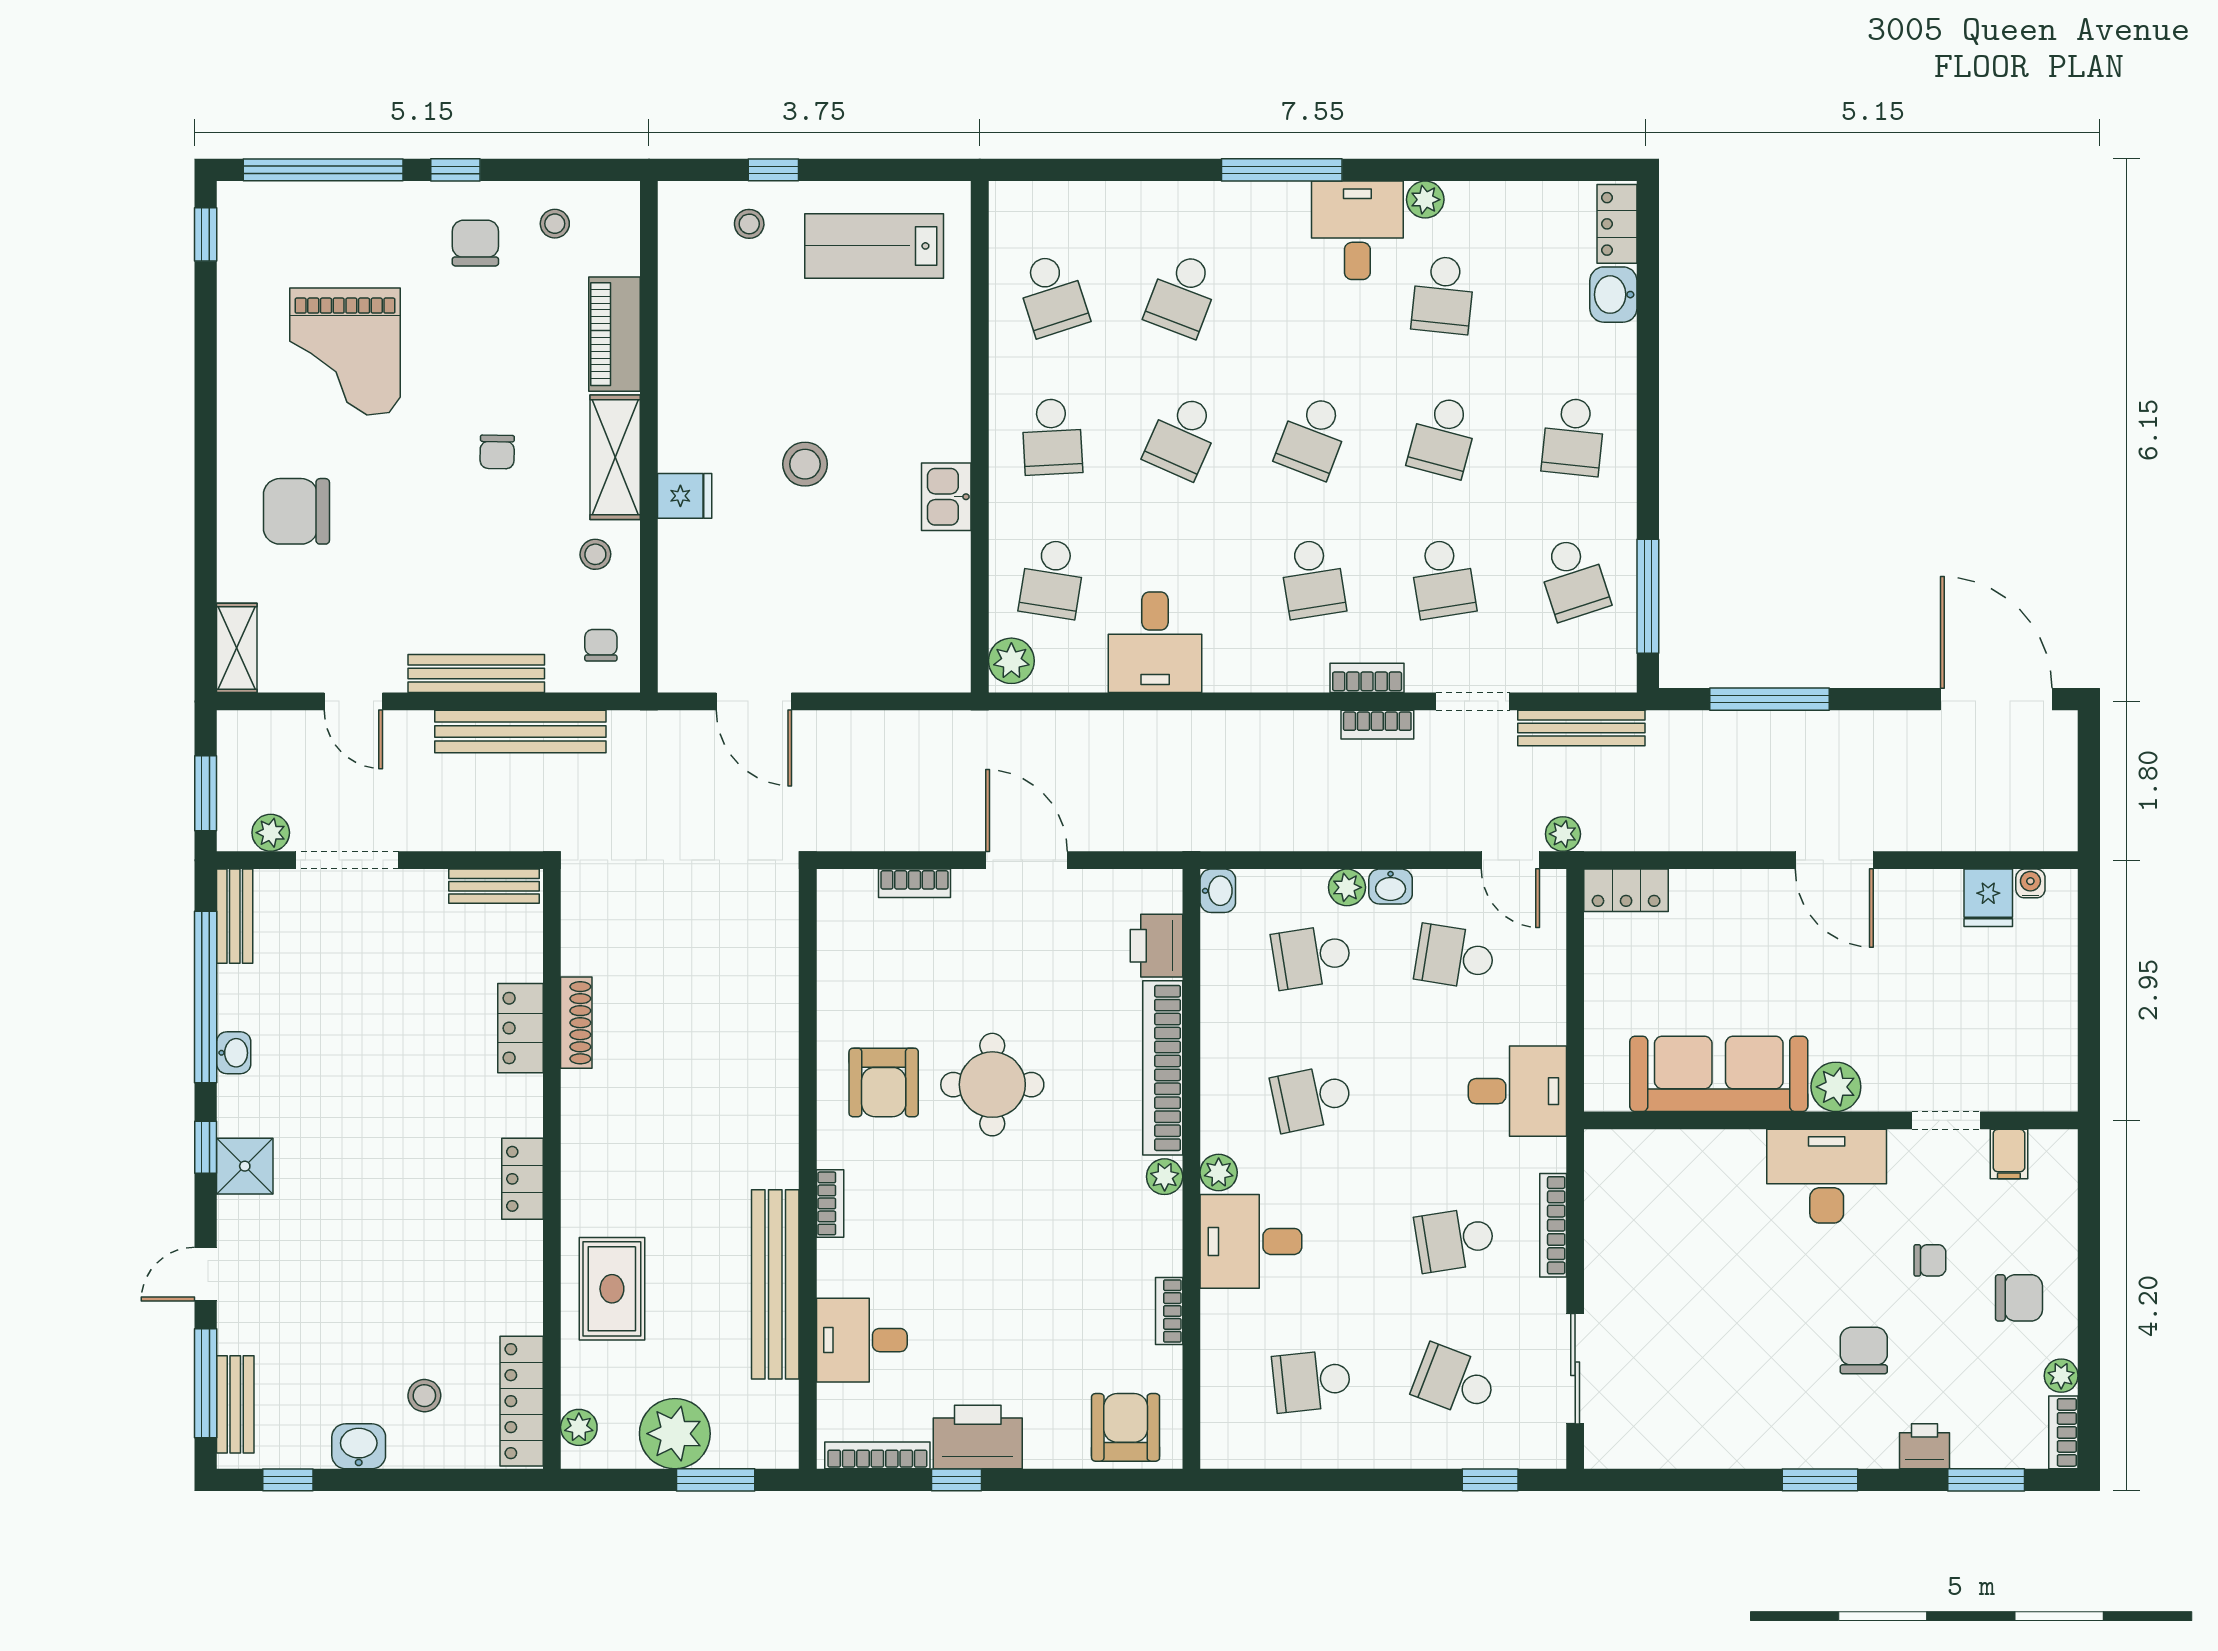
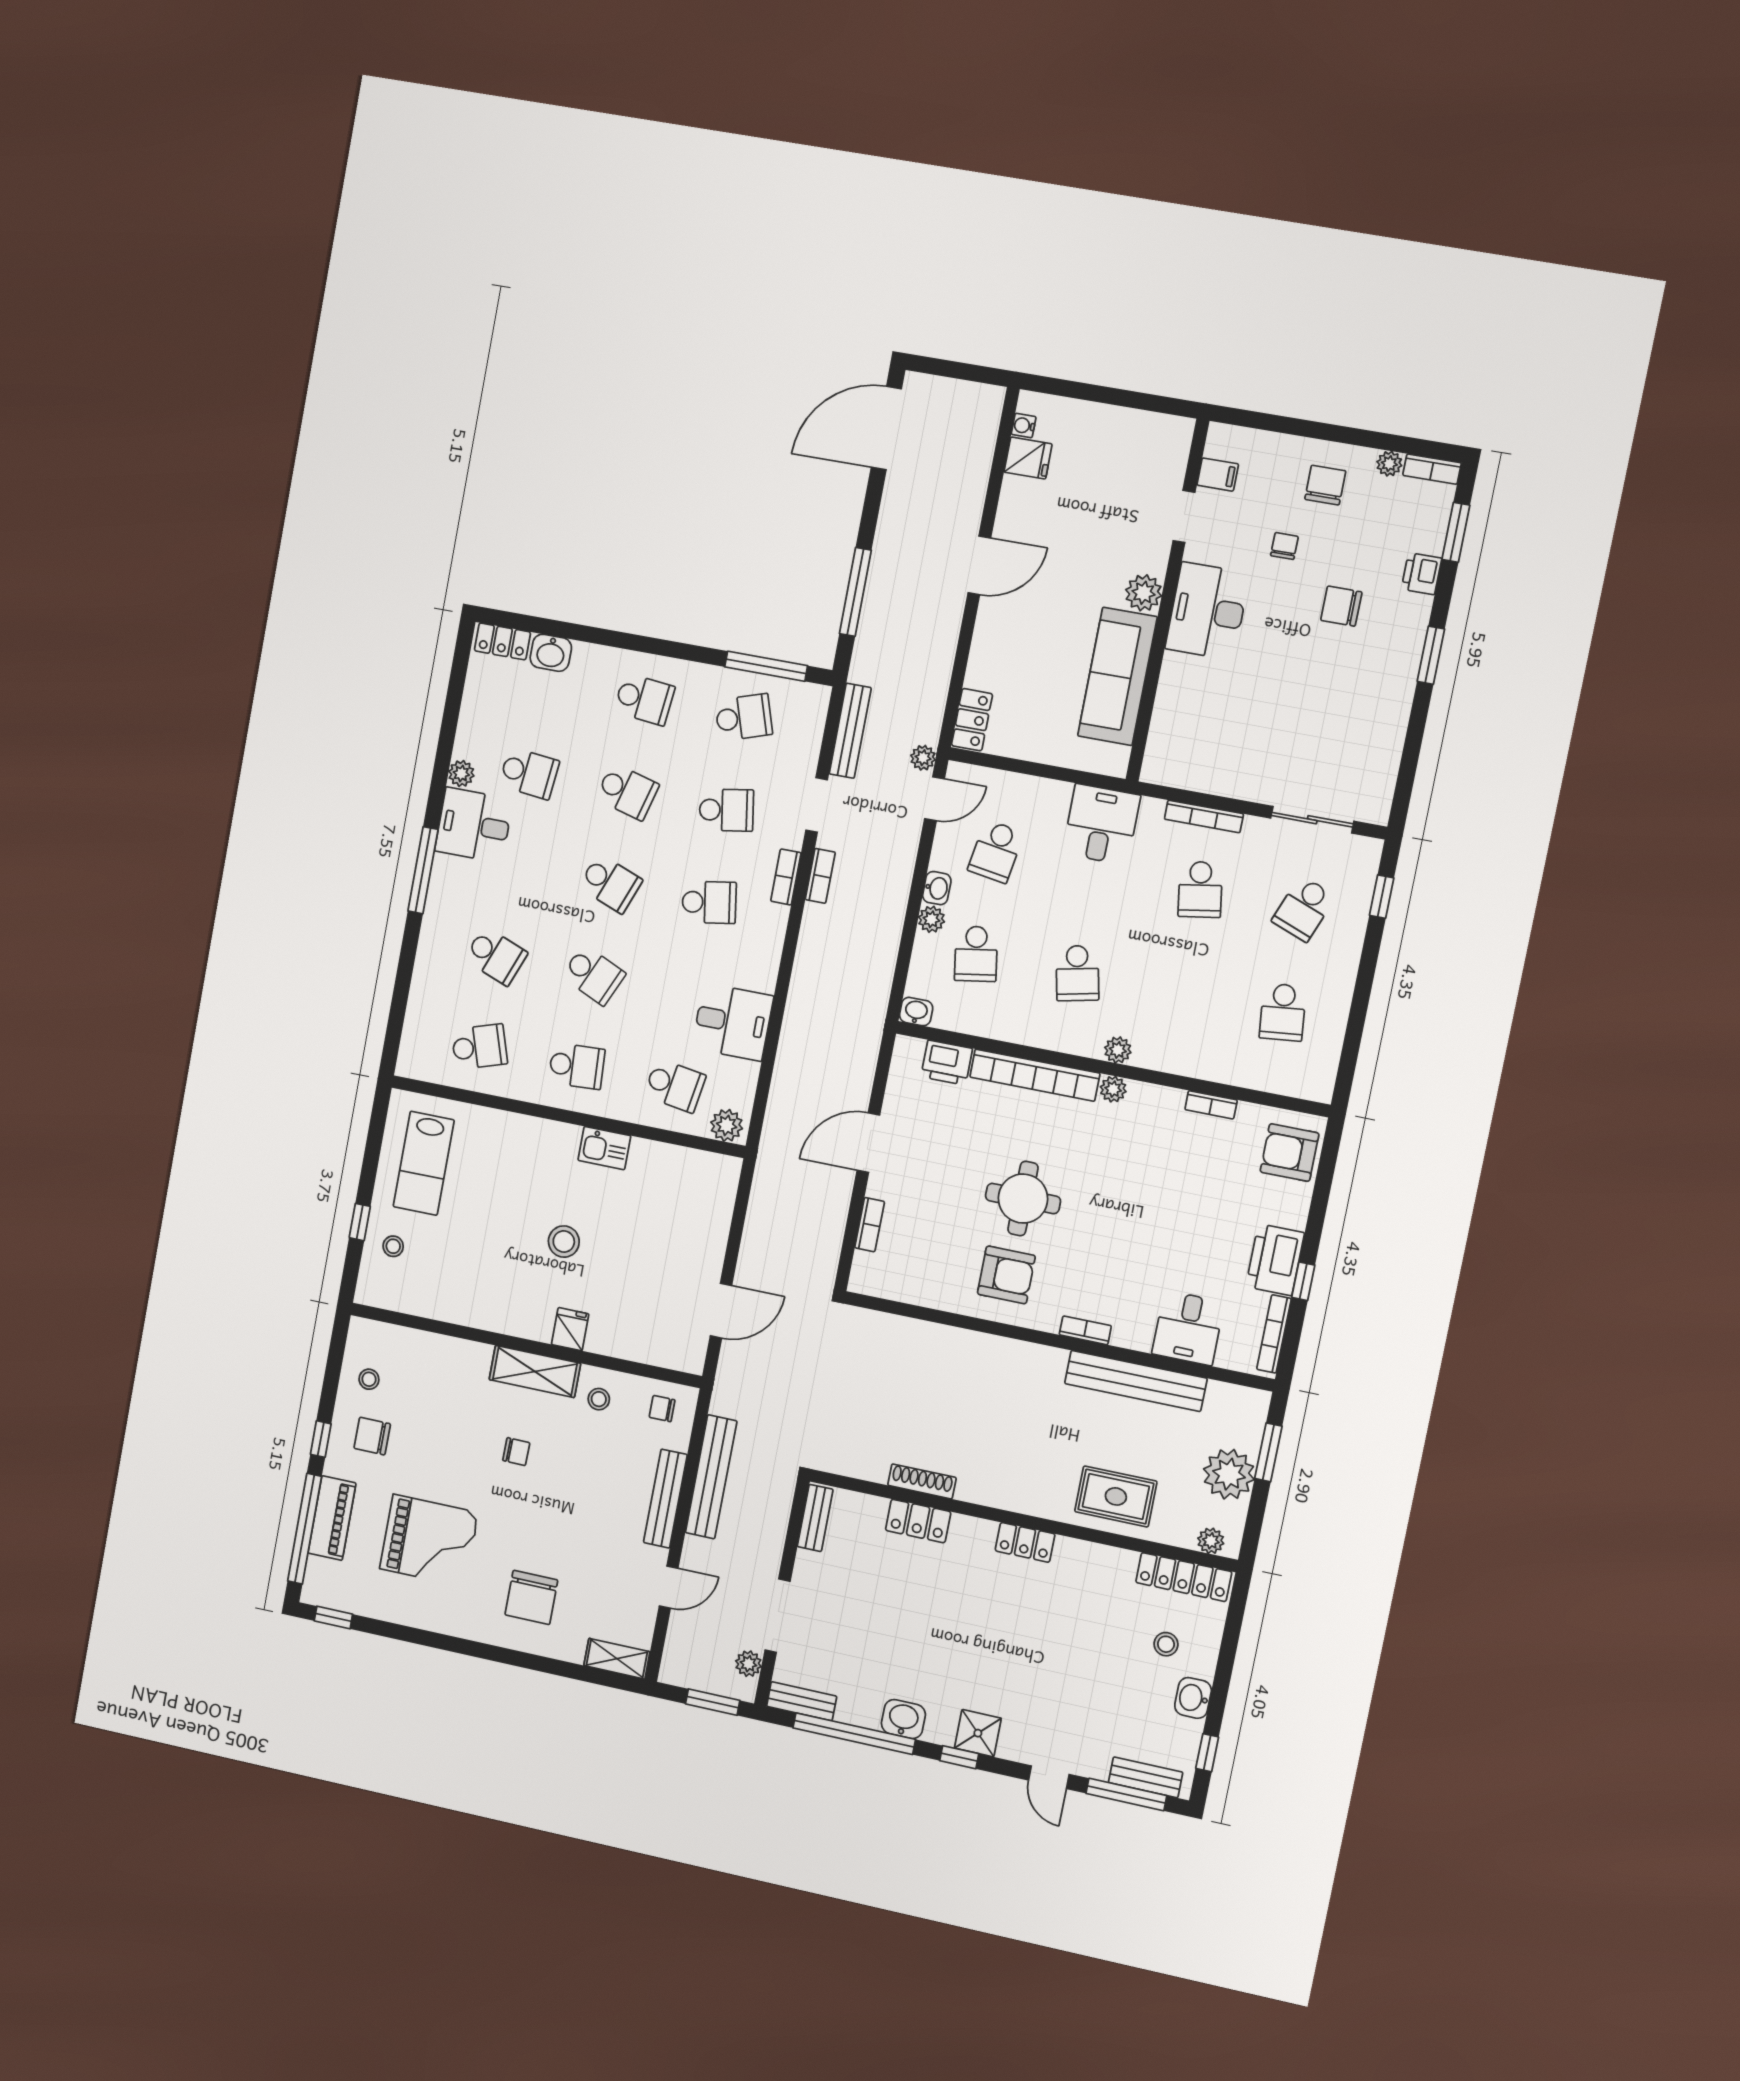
piano: (614, 334) -> (332, 1518), moved, turned -90
washbasin: (234, 1053) -> (903, 1719), width x1.38, depth x1.45
desk: (1251, 1241) -> (1172, 1036), removed

